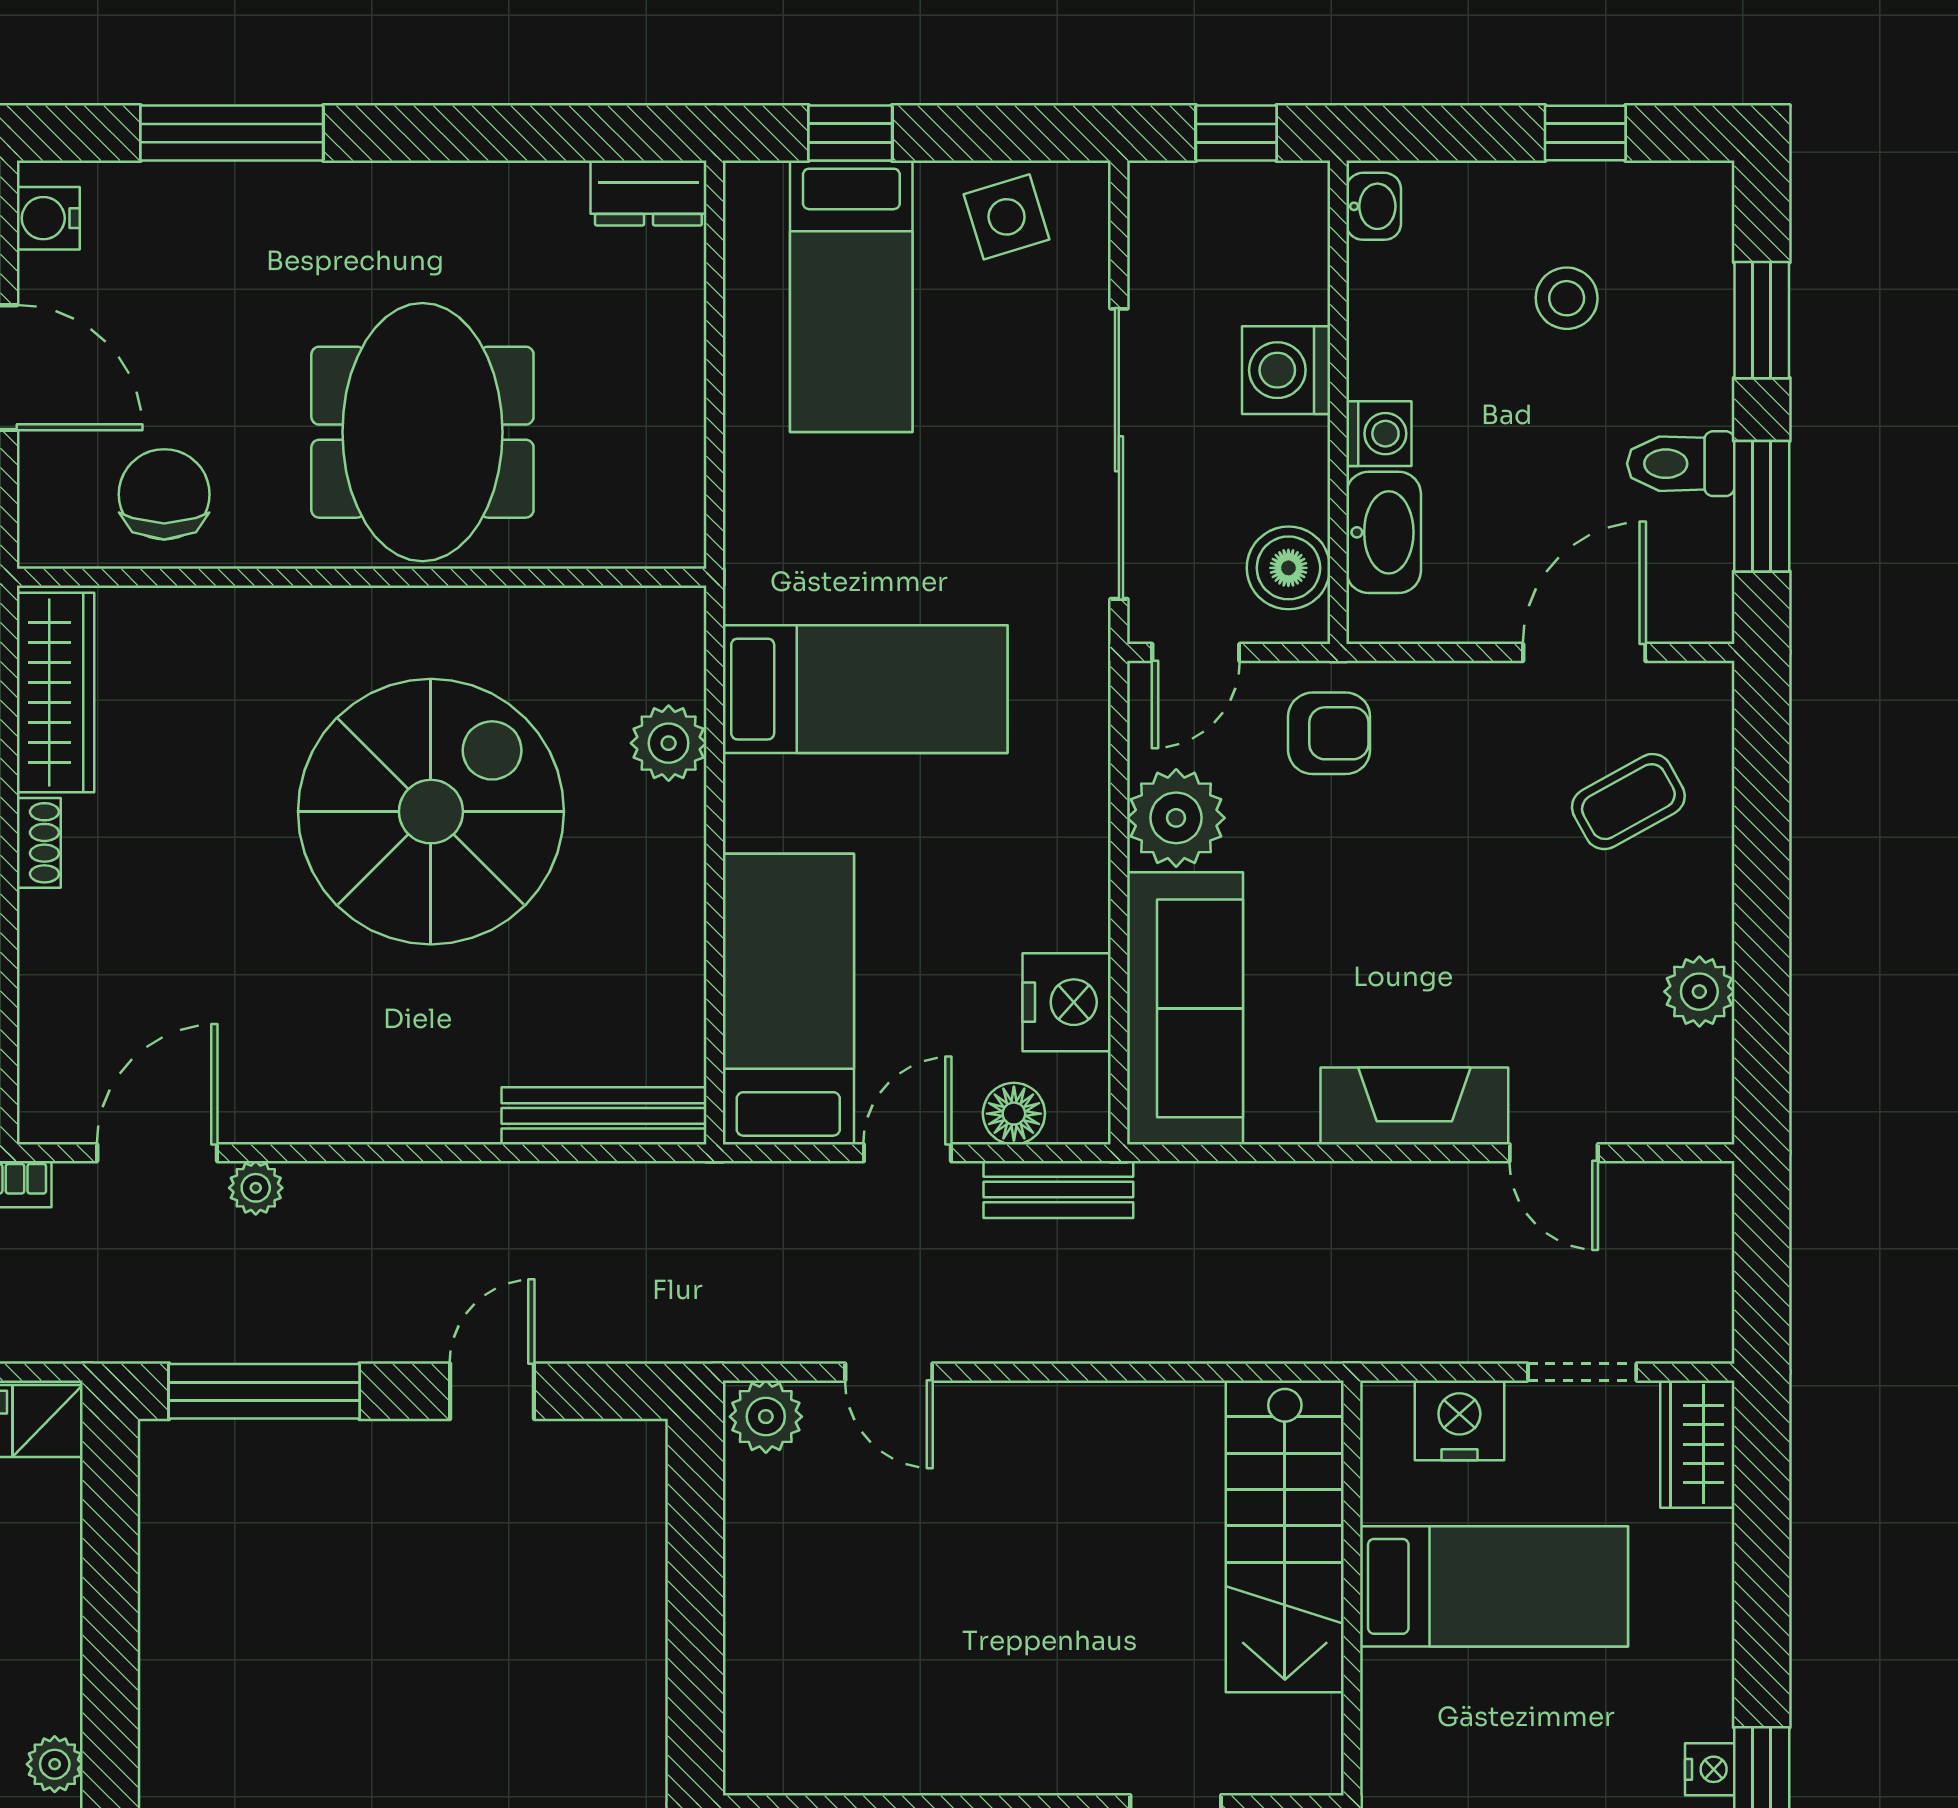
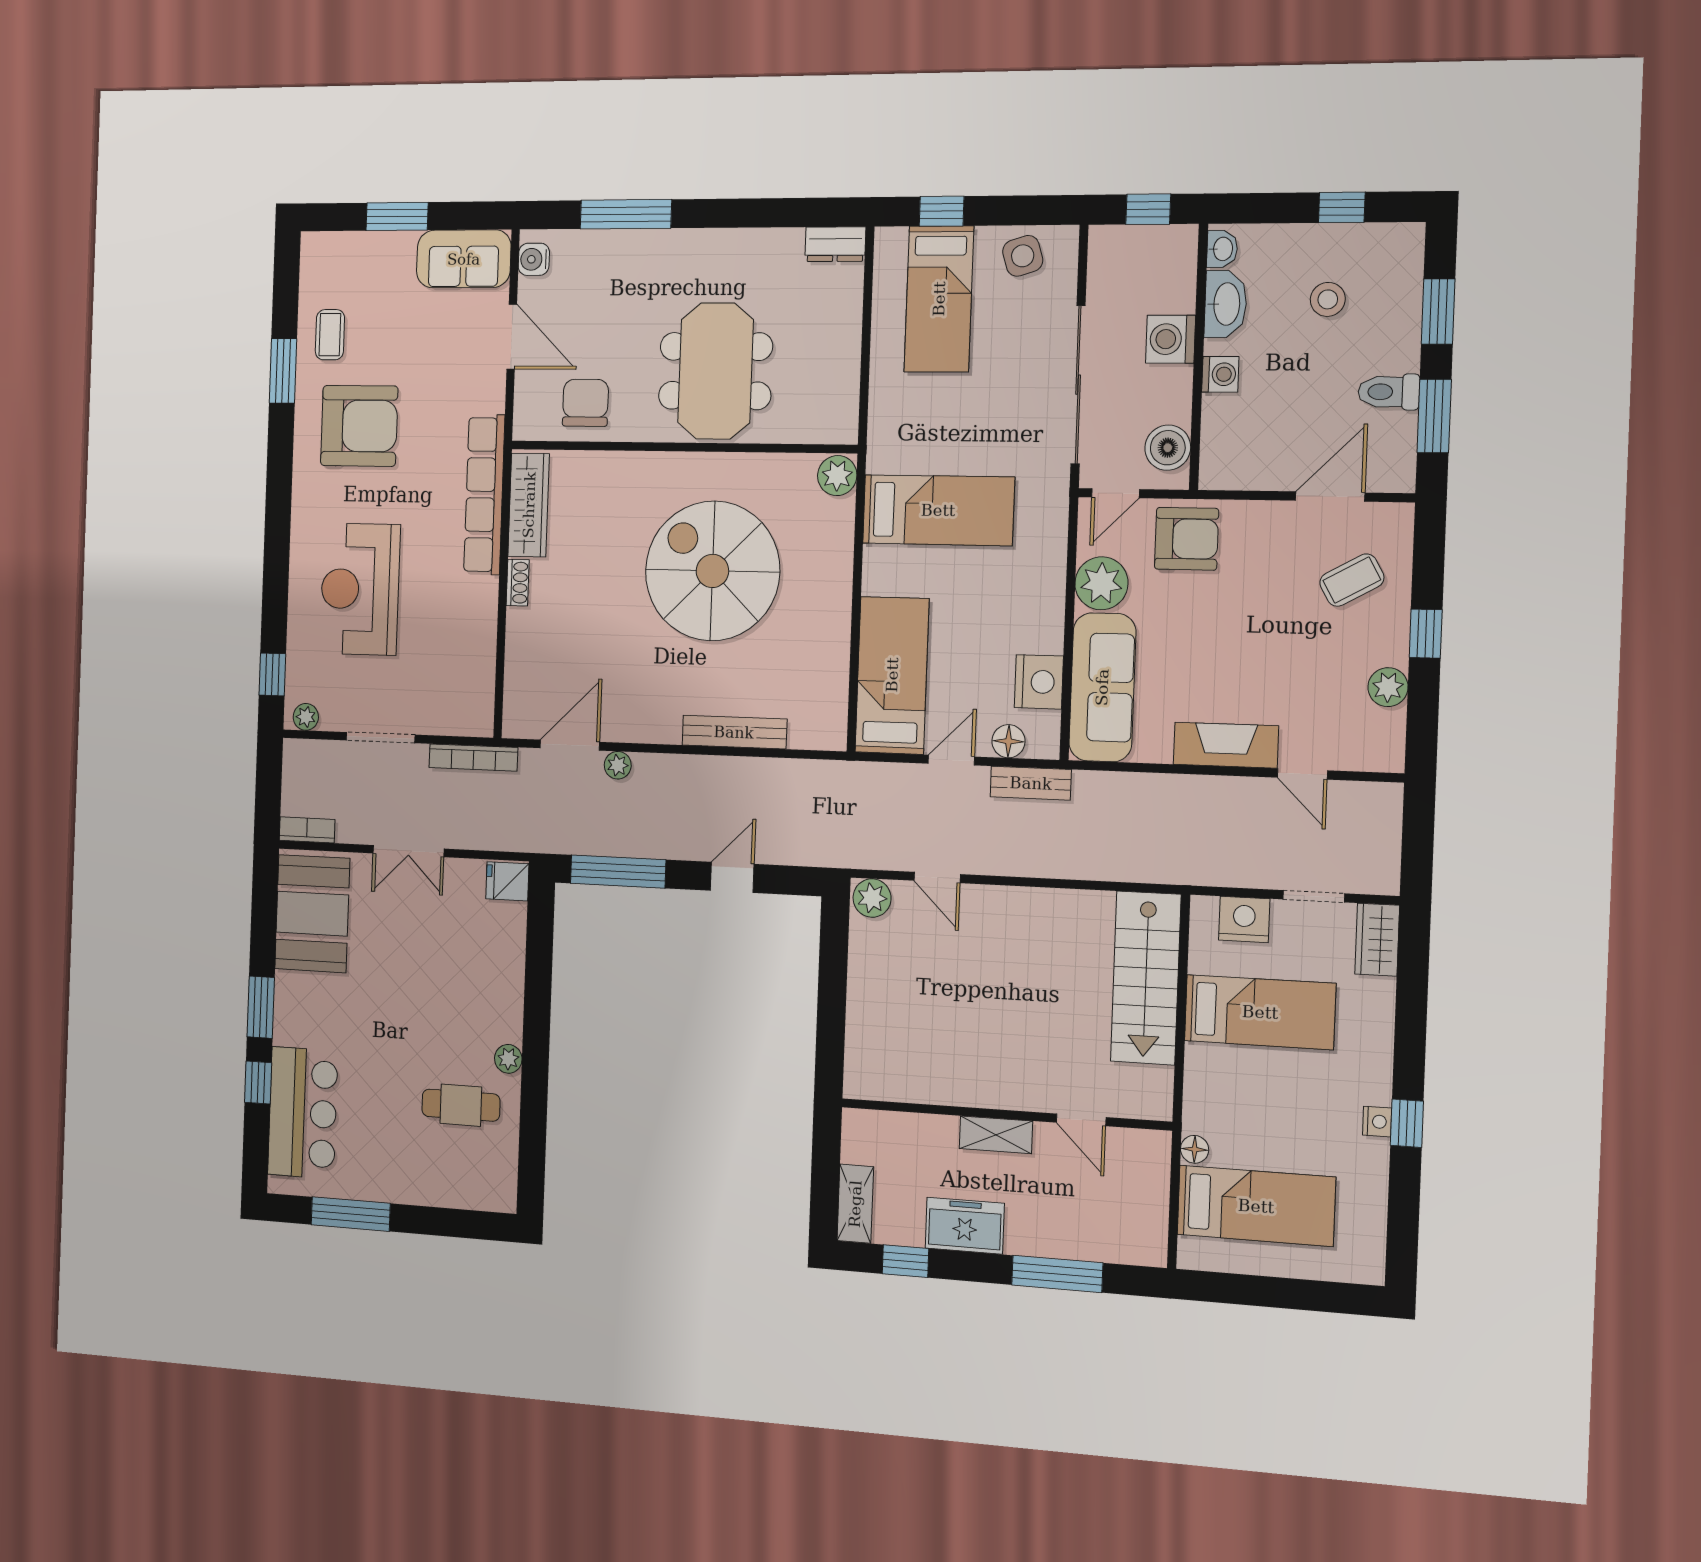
washbasin: (1384, 532) -> (1226, 304), moved
armchair: (1329, 733) -> (1187, 539), width x1.38, depth x1.38
plant: (669, 743) -> (837, 476), moved
spiral stairs: (431, 812) -> (712, 571), turned -90
window: (1762, 894) -> (1426, 634), added
bench: (604, 1116) -> (734, 732), moved

